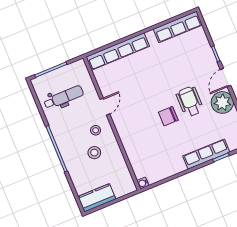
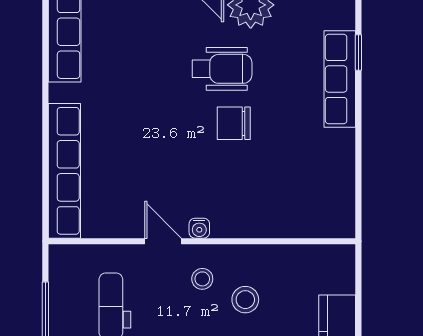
wheelchair: (190, 101) -> (222, 69), turned 180
chair: (168, 116) -> (234, 123), turned 90
water cooler: (143, 183) -> (199, 228), moved

